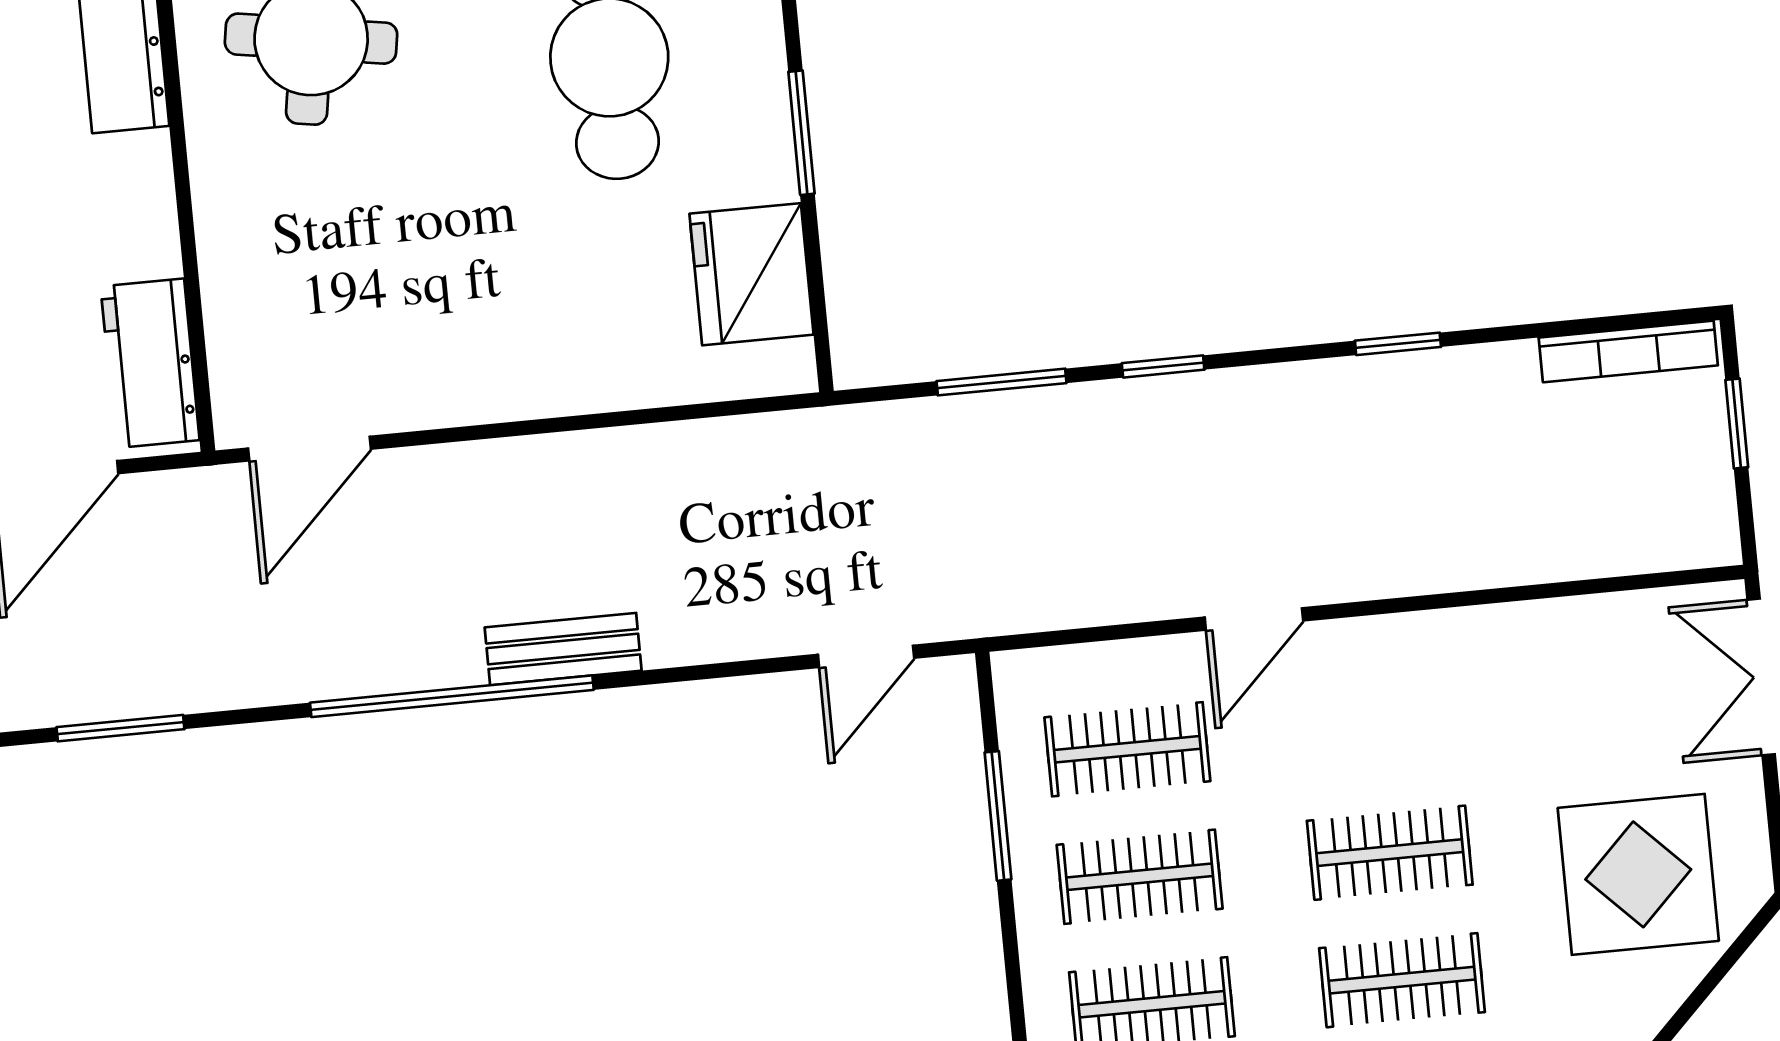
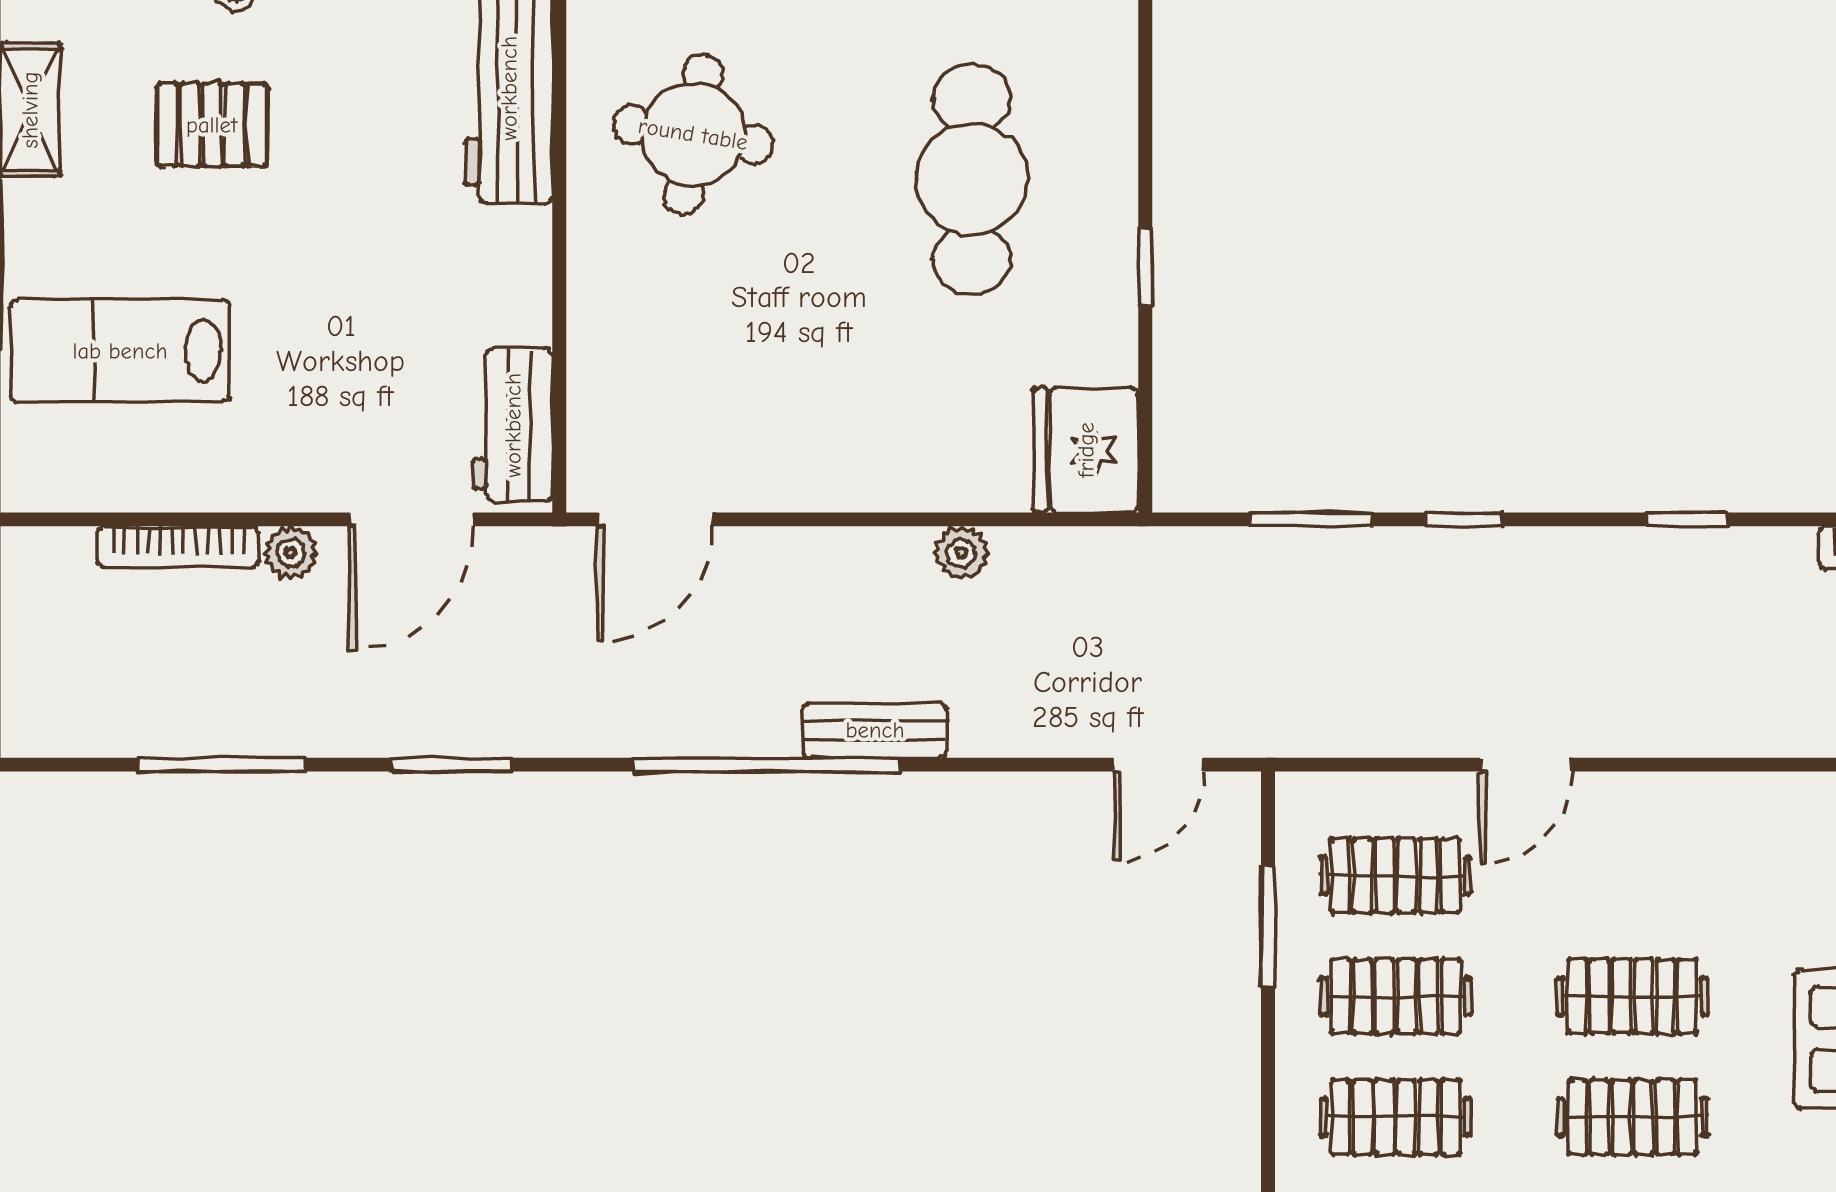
window: (801, 133) -> (1145, 267), width x0.67
fridge: (752, 274) -> (1086, 450), moved
plant: (636, 453) -> (961, 553), added

